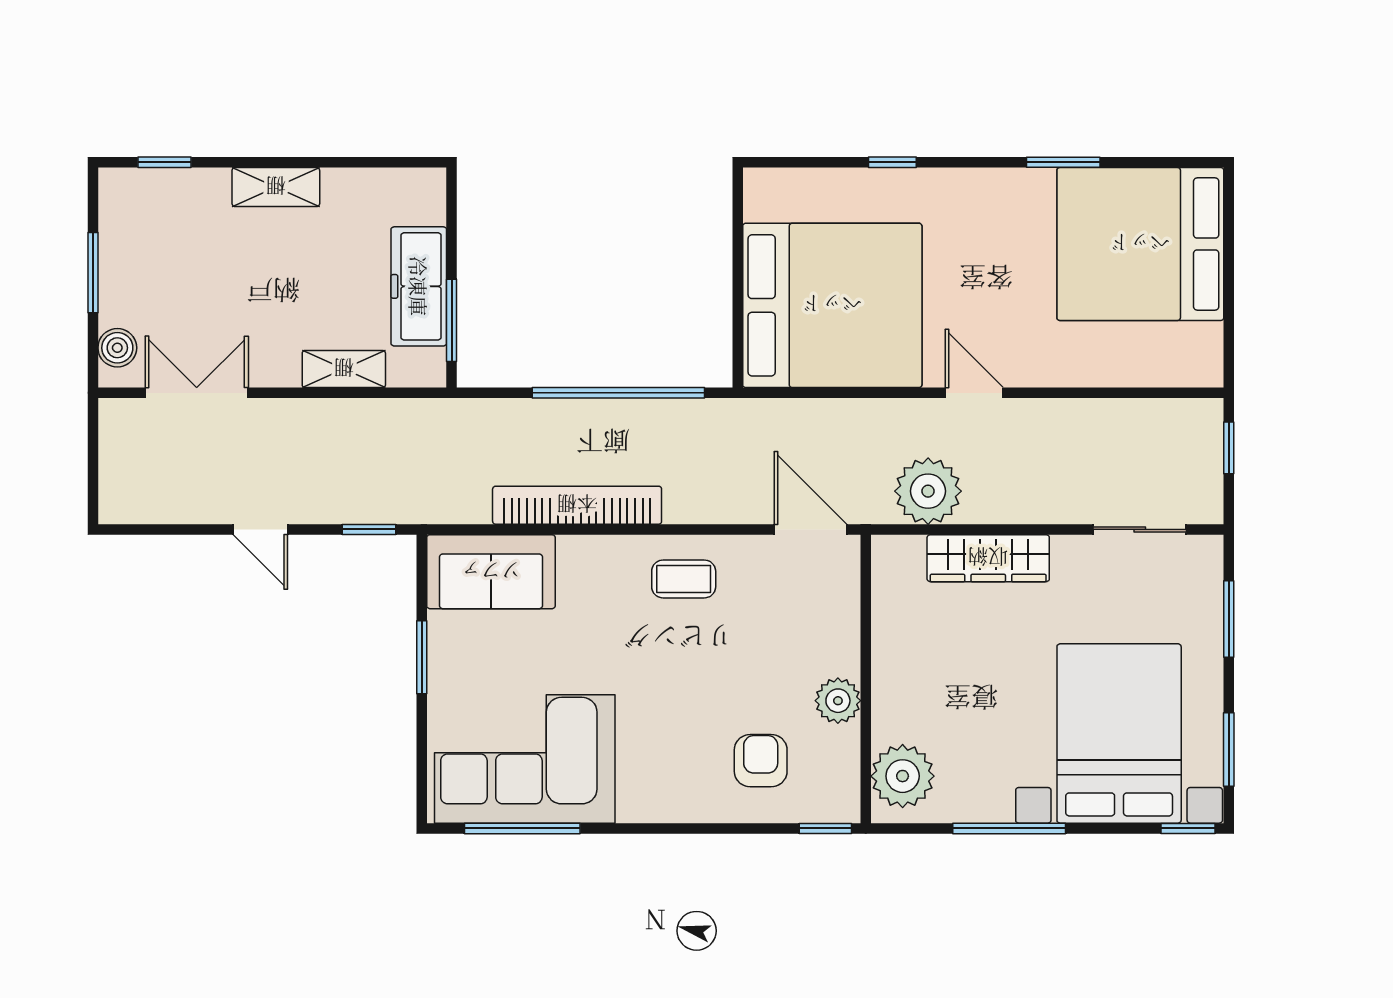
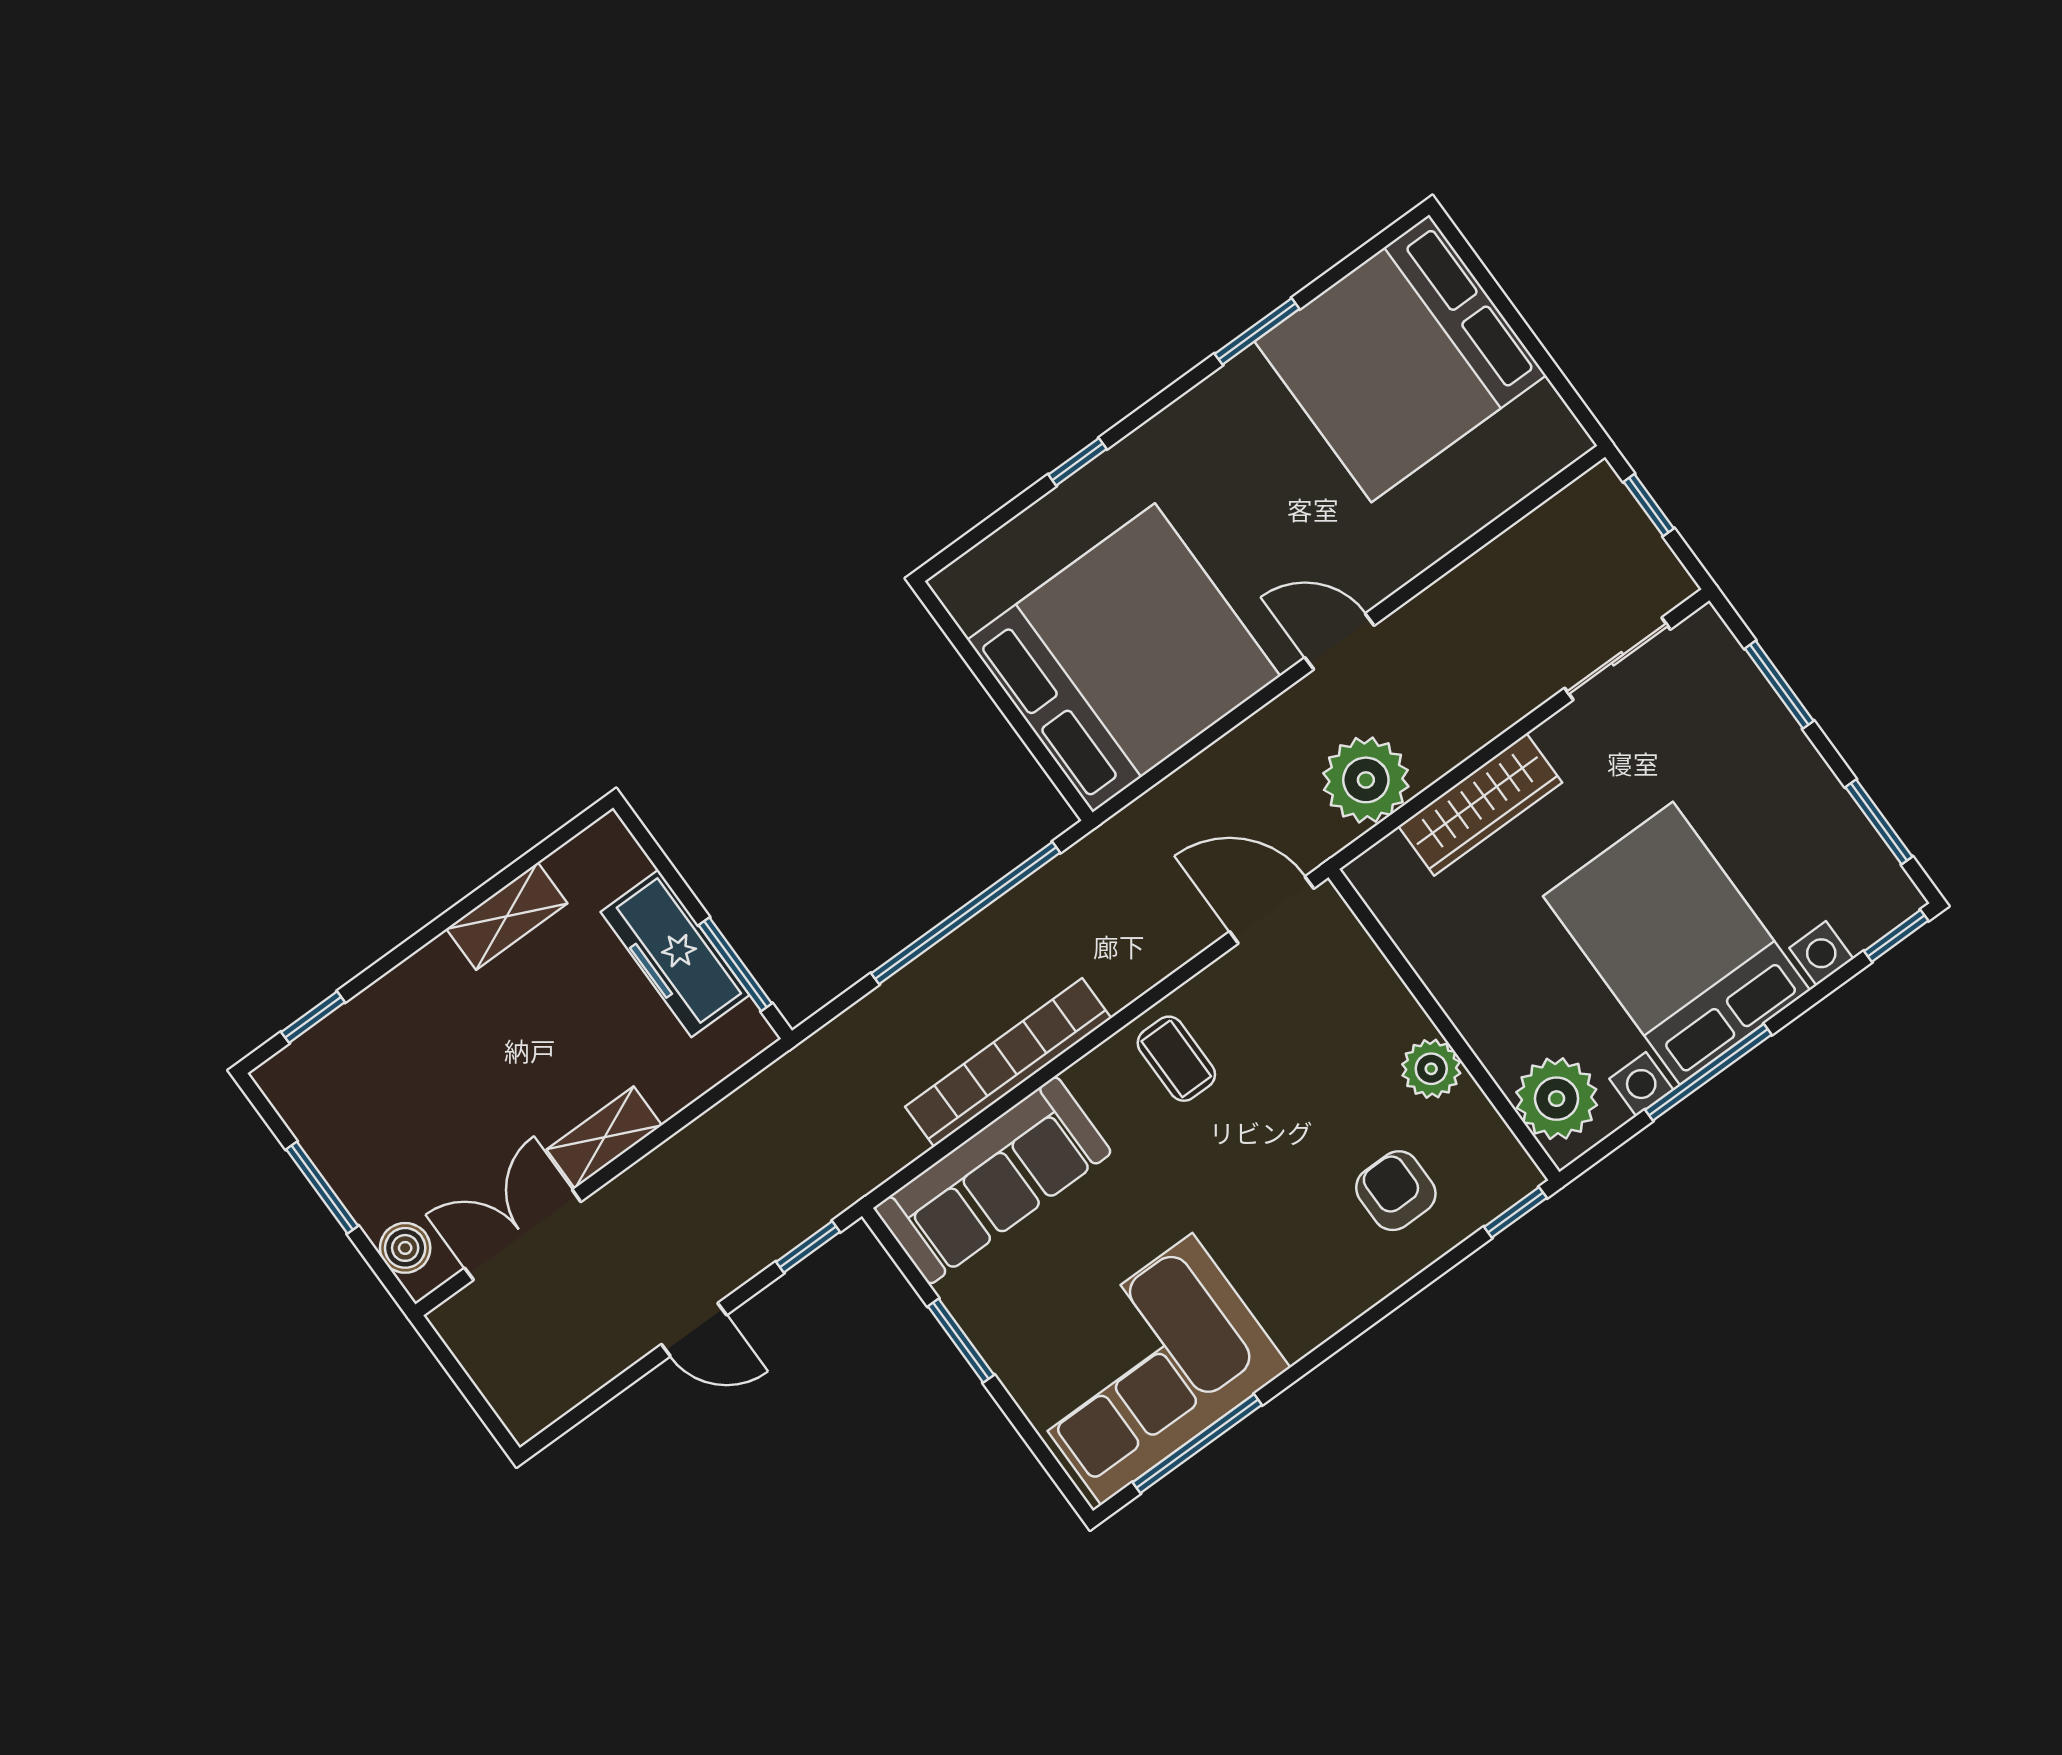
shelving: (276, 187) -> (507, 916), moved
shelving: (344, 369) -> (604, 1137), moved
sofa: (491, 572) -> (993, 1180), width x1.36
coffee table: (684, 579) -> (1176, 1059), turned 90
bed with nightstands: (1119, 733) -> (1676, 943), moved

